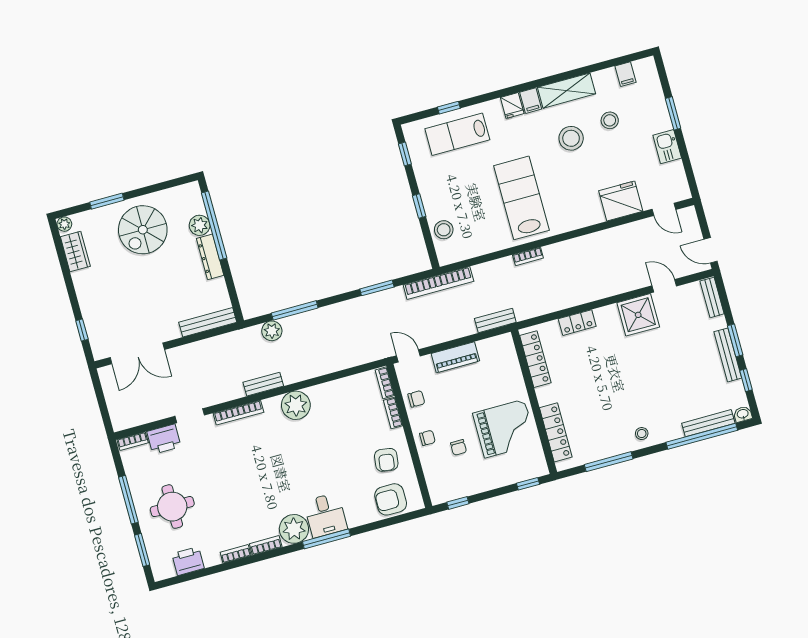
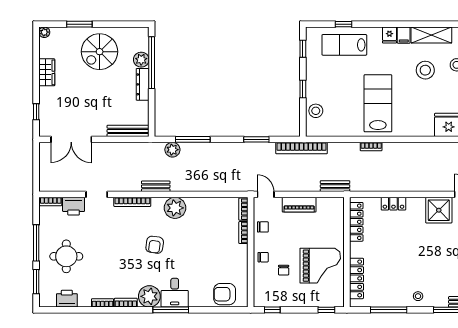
wardrobe: (75, 252) -> (47, 72), moved
armchair: (386, 460) -> (155, 245), moved

